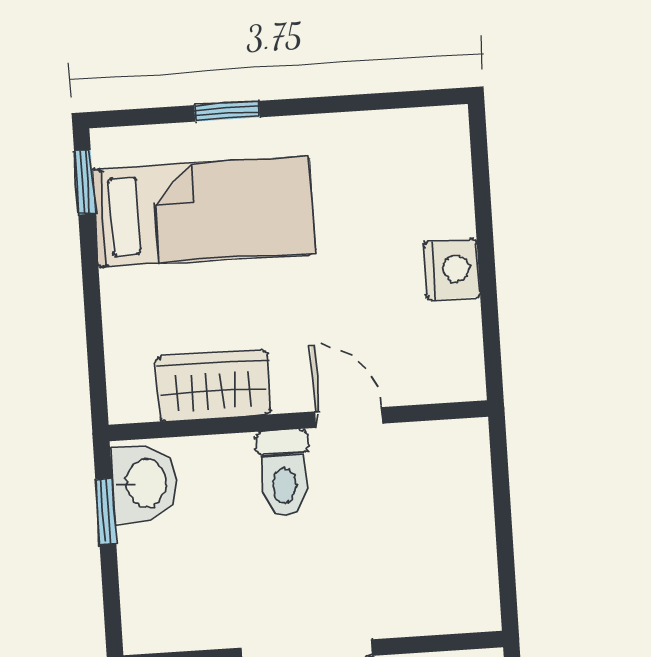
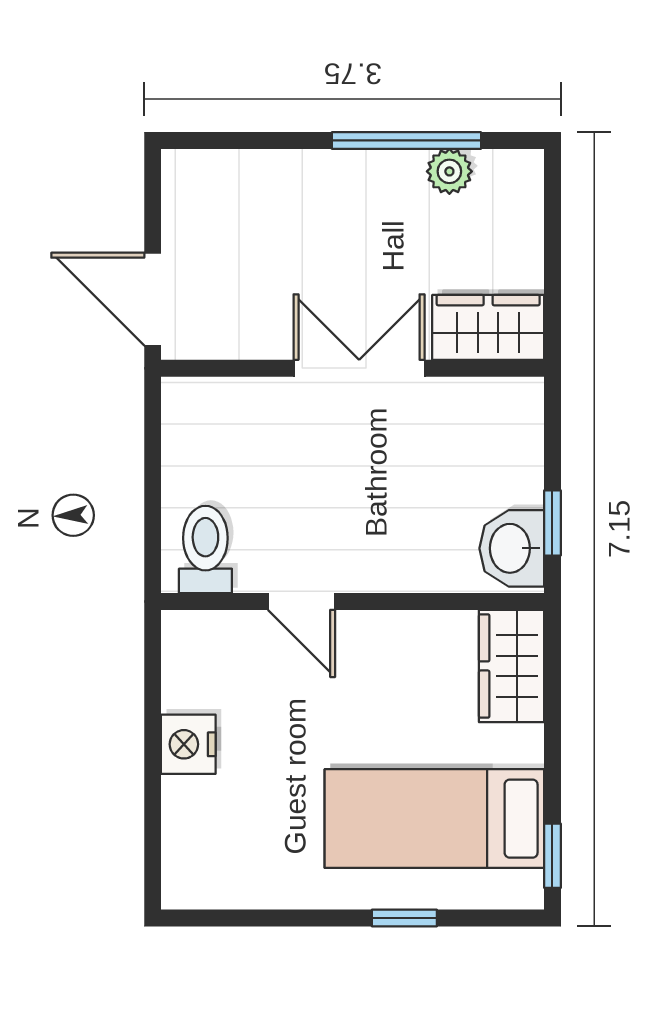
wardrobe: (213, 386) -> (512, 666), moved, turned 90
toilet: (284, 473) -> (205, 549), moved

